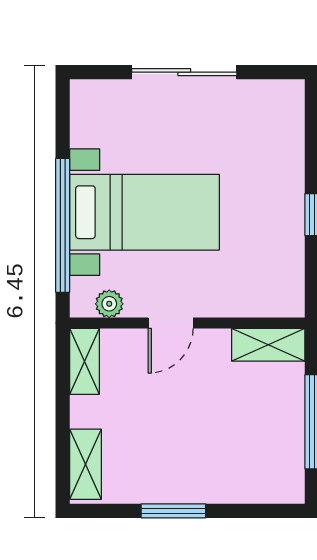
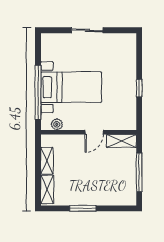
sliding door: (184, 72) -> (87, 30), width x0.73
door: (171, 323) -> (94, 132), moved
shelving: (85, 361) -> (47, 161), moved

